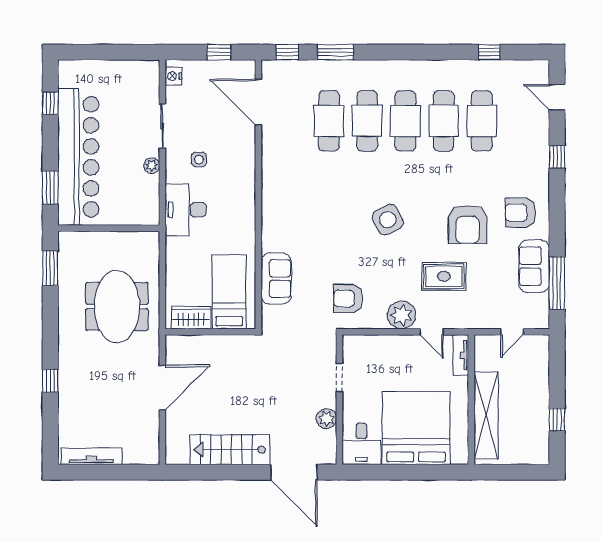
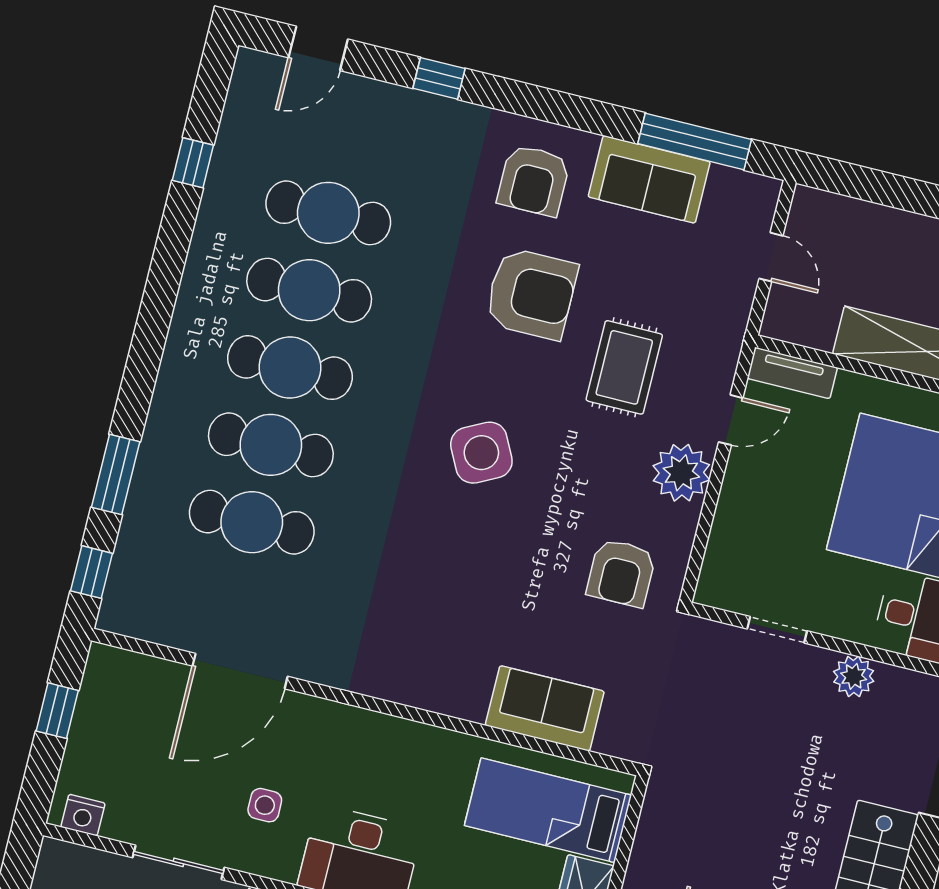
door: (258, 102) -> (240, 671), moved

